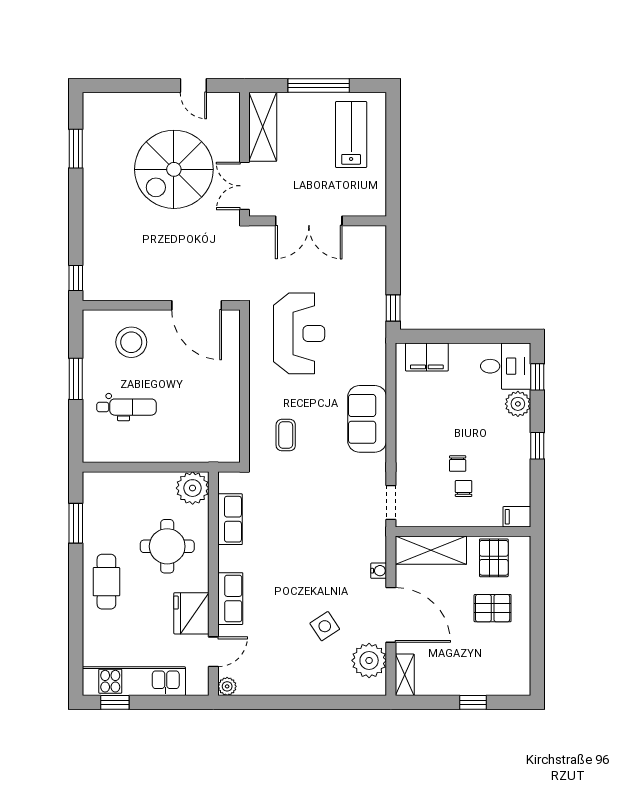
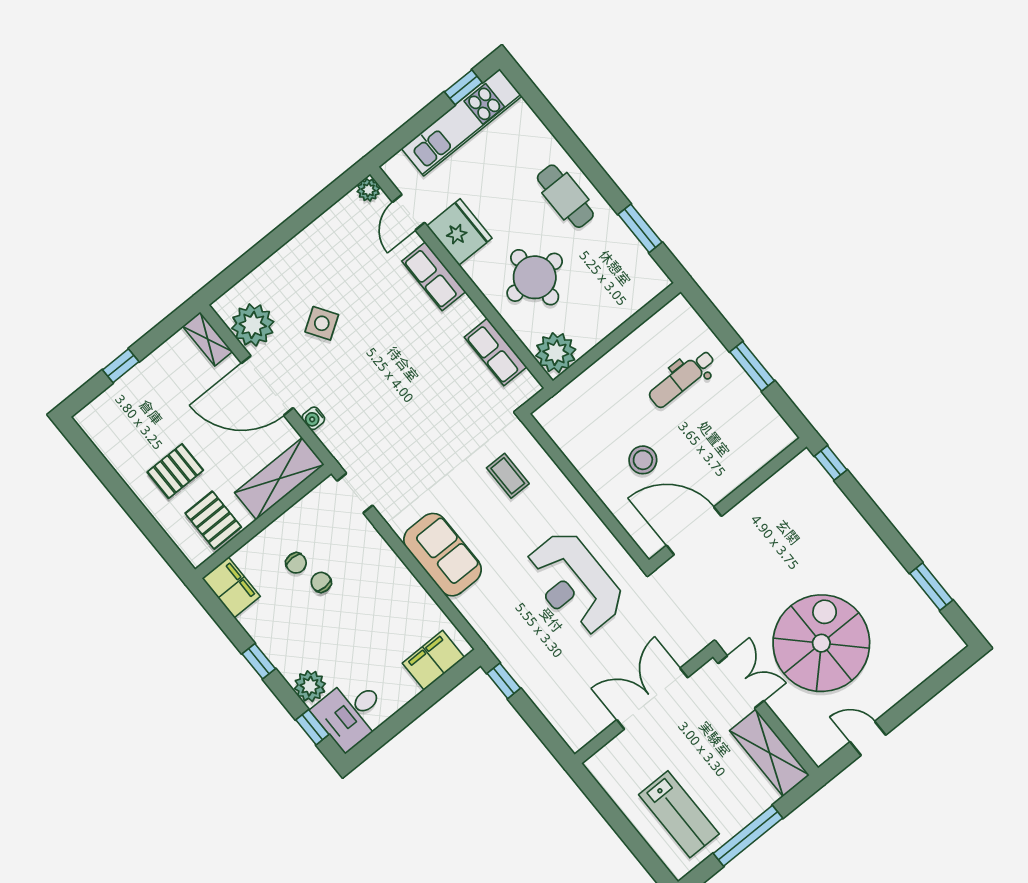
stool: (131, 342) -> (643, 460), moved, width x0.73, depth x0.73
filing cabinet: (517, 517) -> (231, 587), width x2.00

